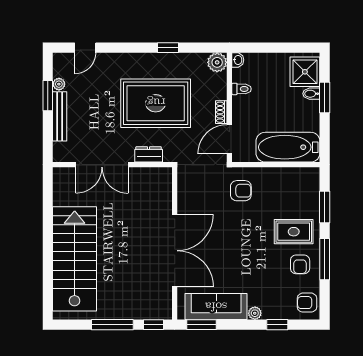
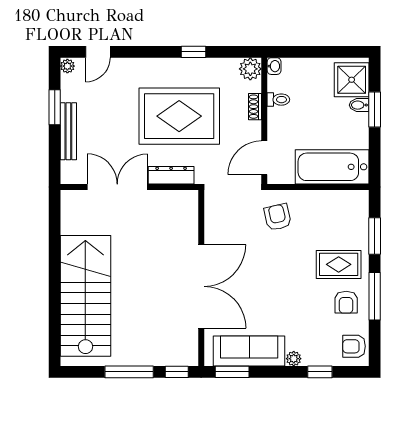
plant: (59, 84) -> (67, 66), moved
shoe rack: (221, 112) -> (255, 107), moved
dresser: (149, 154) -> (171, 175), width x1.44
double door: (102, 165) -> (117, 187), swing flipped
armchair: (241, 191) -> (278, 217), turned -103

